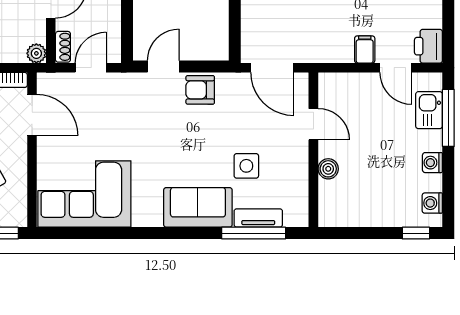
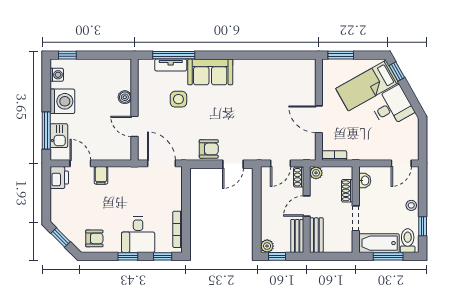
door: (32, 115) -> (319, 119), moved
washing machine: (432, 163) -> (62, 101), width x1.89, depth x1.89
corner sofa: (84, 194) -> (285, 81), removed

